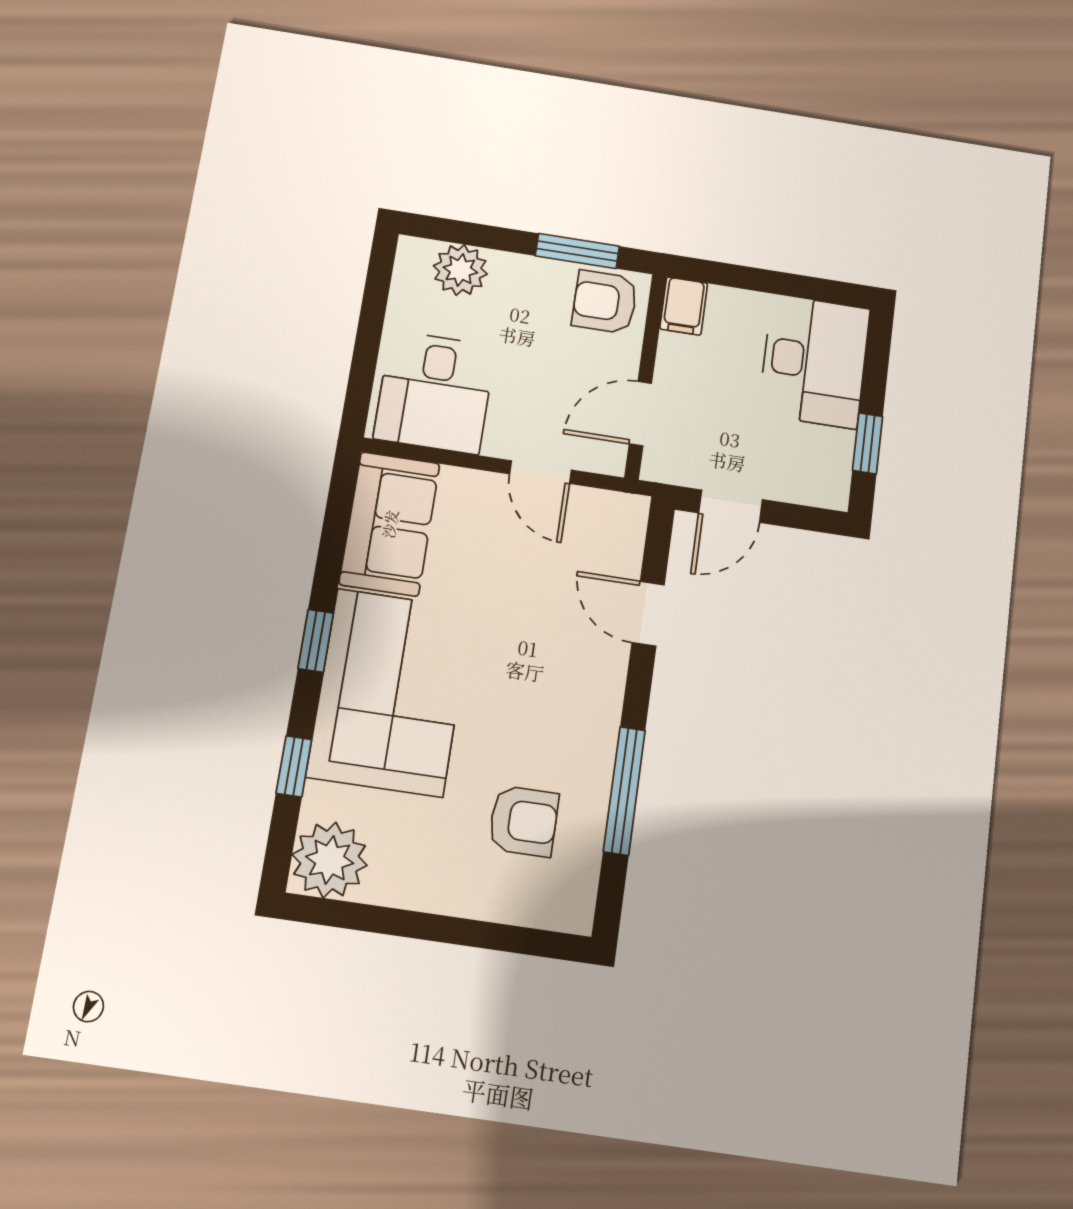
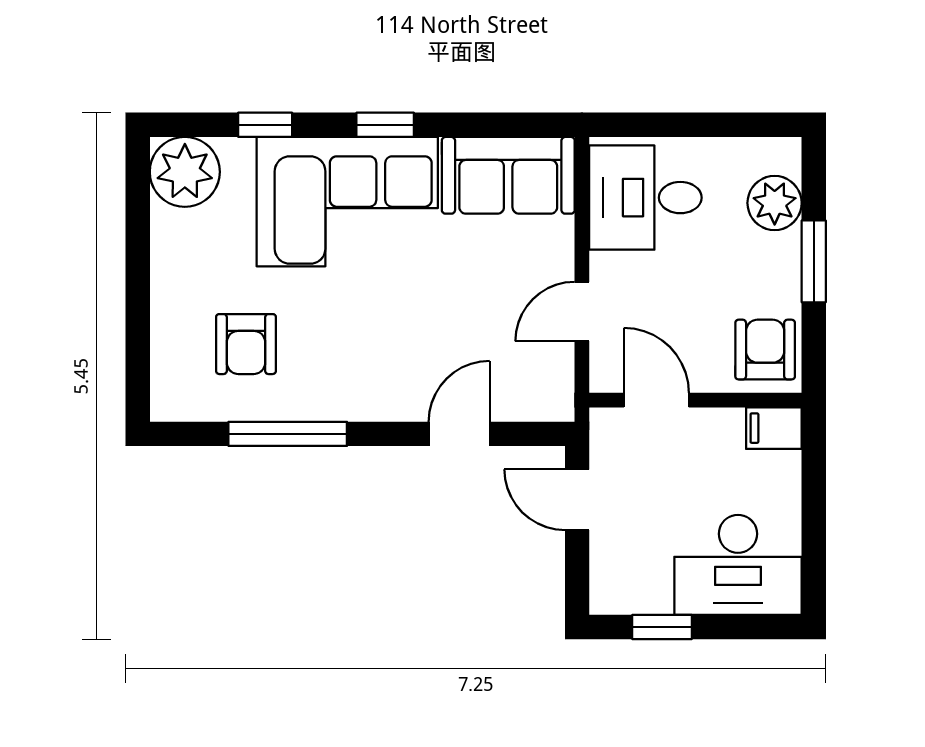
window: (577, 251) -> (814, 261), moved

